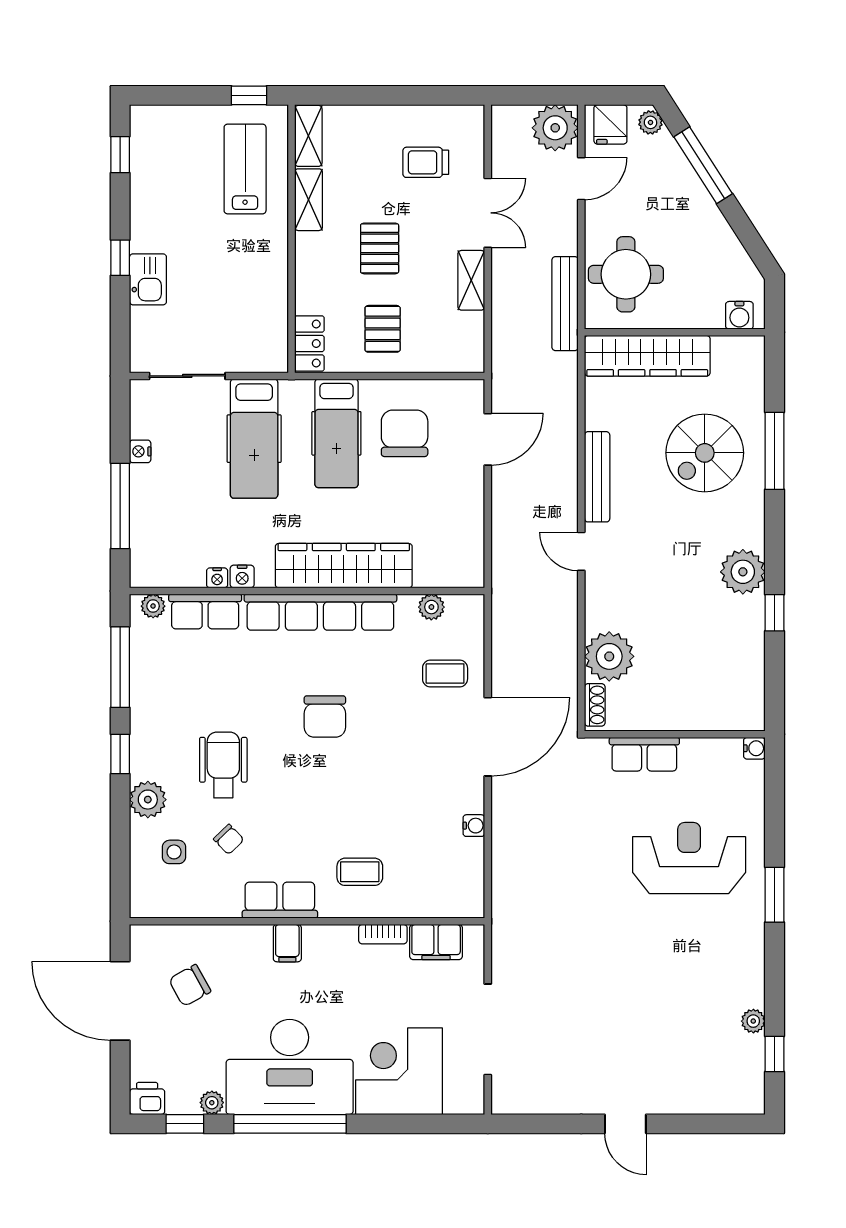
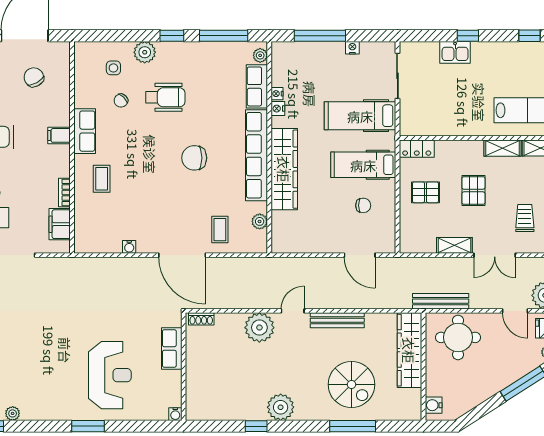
pallet: (380, 248) -> (473, 191), turned 90
chair: (405, 433) -> (363, 205), width x0.54, depth x0.54
spiral stairs: (705, 453) -> (351, 384), turned 180
plant: (609, 656) -> (259, 328), moved

